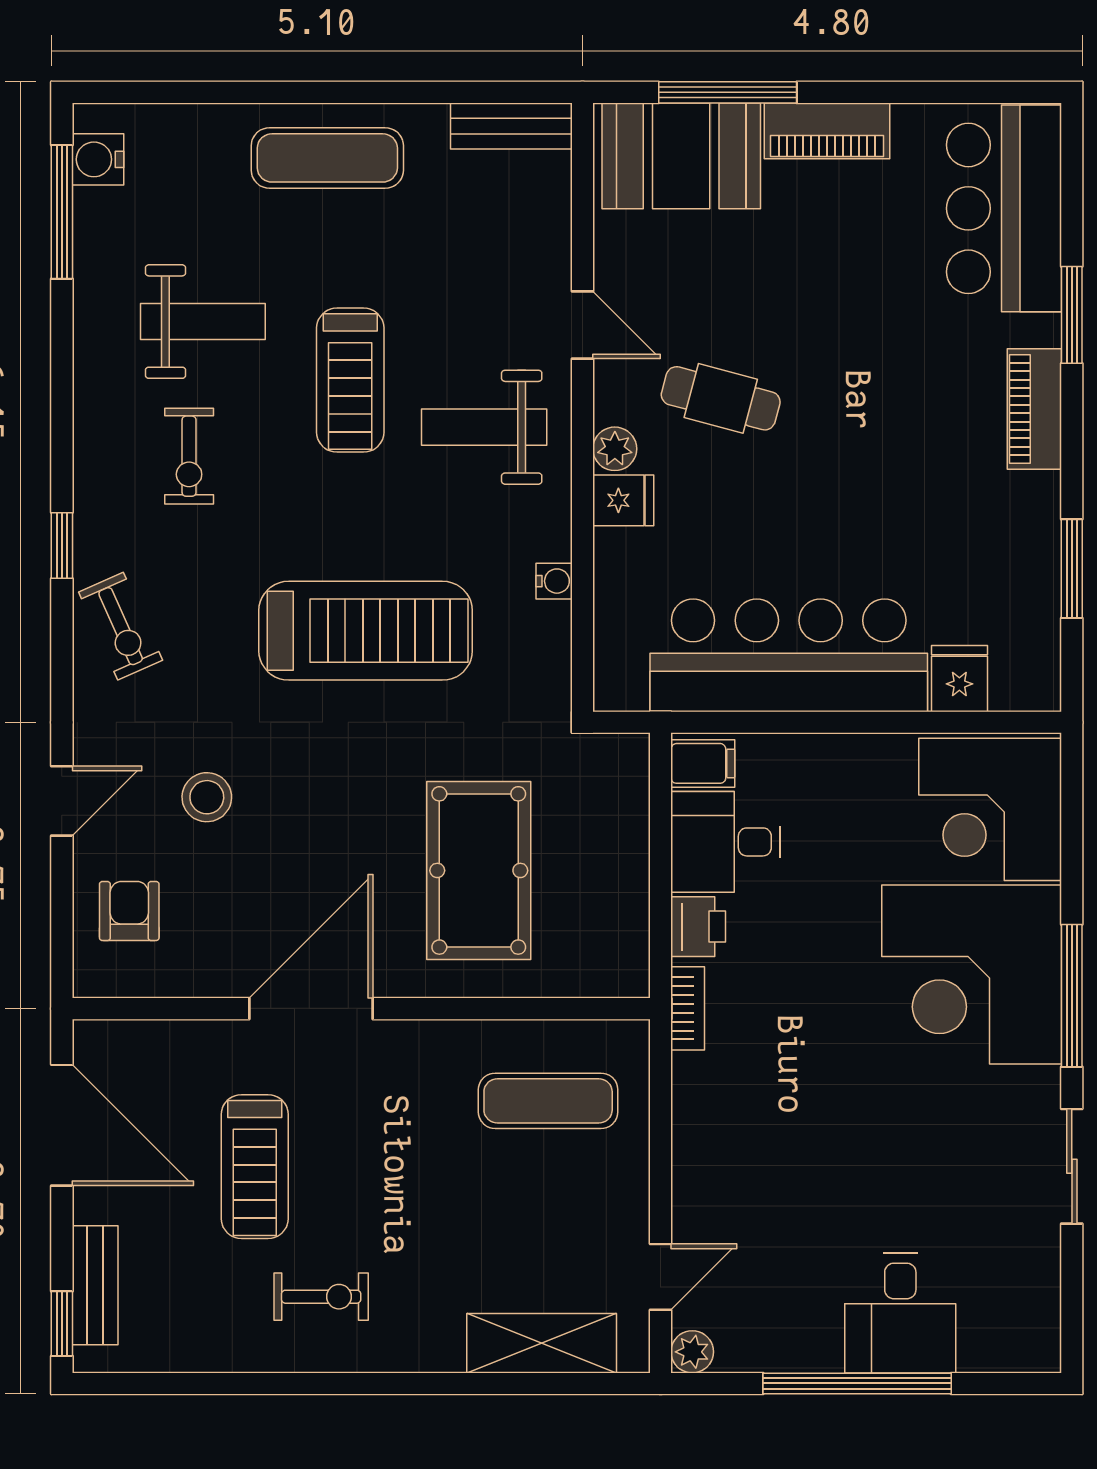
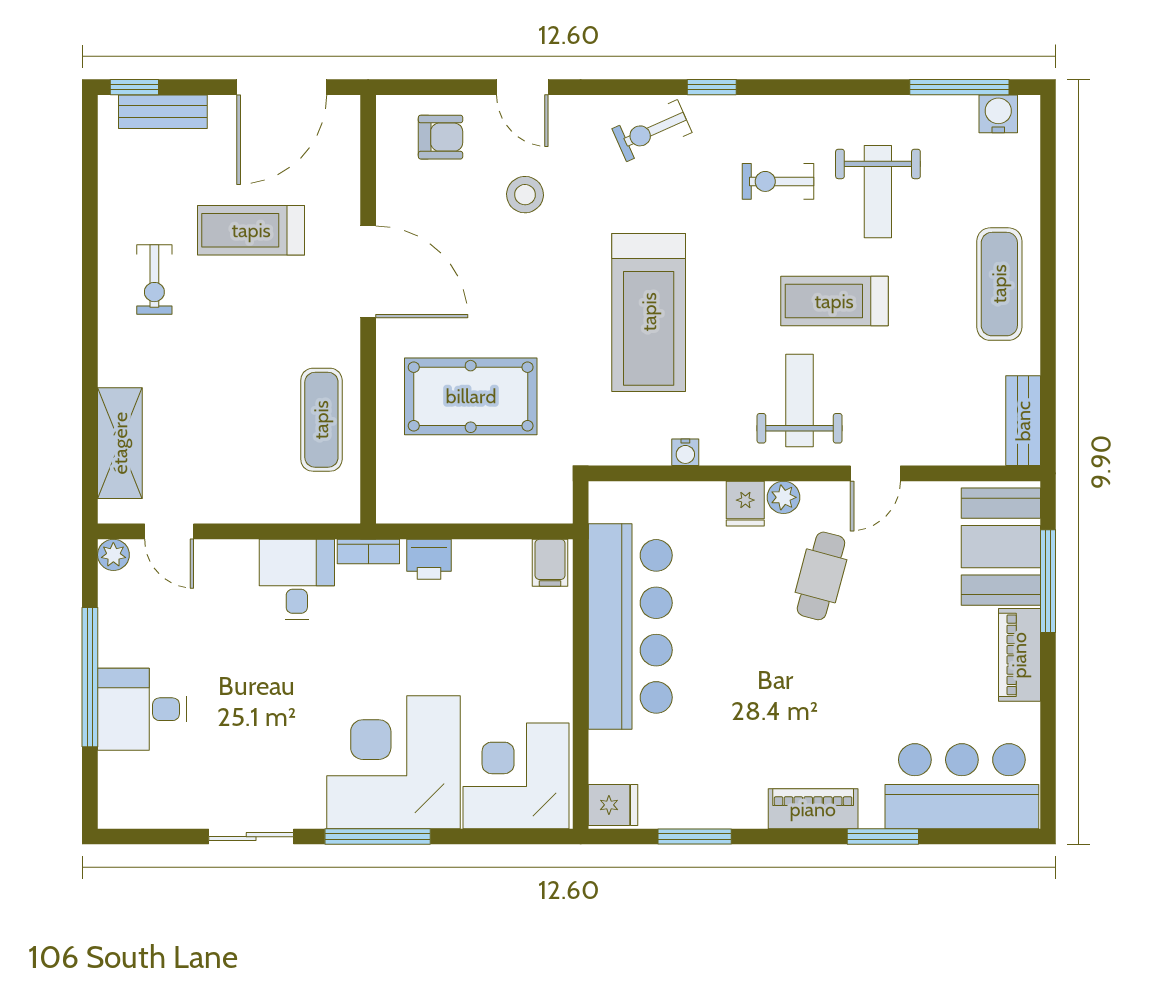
fridge: (959, 679) -> (613, 805), moved
desk: (725, 842) -> (297, 579), moved
exercise mat: (548, 1101) -> (321, 420), moved

